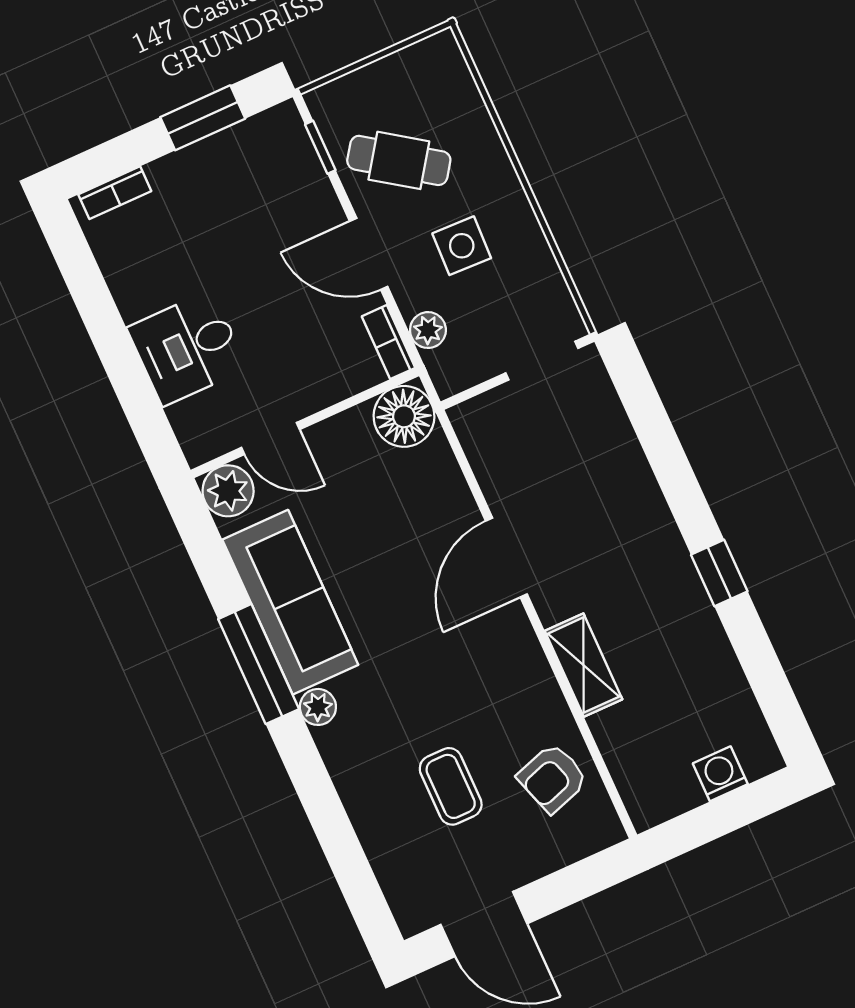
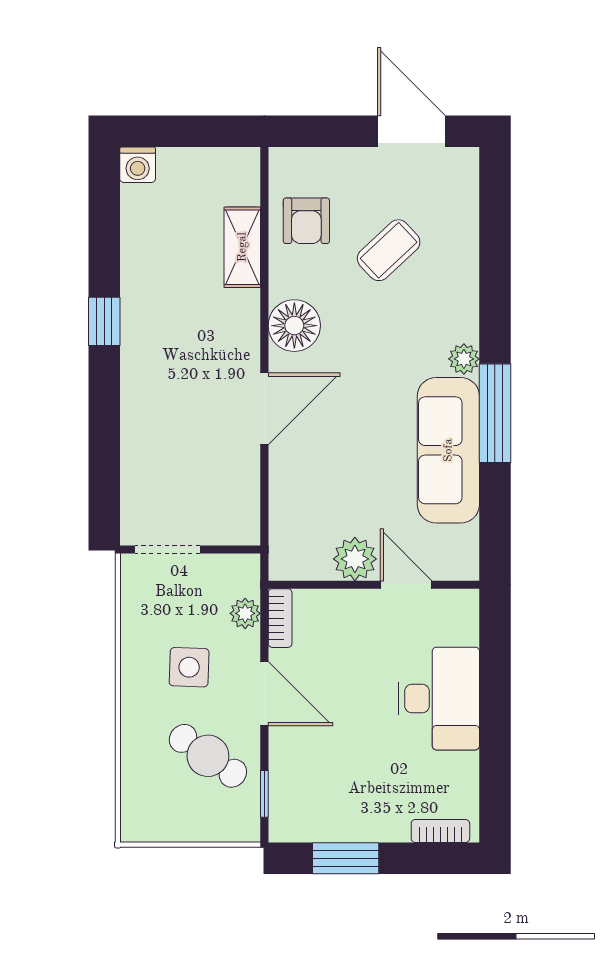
desk: (187, 348) -> (439, 699), width x1.37
floor lamp: (404, 416) -> (294, 326), moved
plant: (228, 491) -> (355, 559), moved
shelving: (584, 665) -> (242, 247), moved
washing machine: (720, 774) -> (138, 165), moved
armchair: (553, 778) -> (306, 221), turned 108
coffee table: (451, 786) -> (389, 250), turned 47

